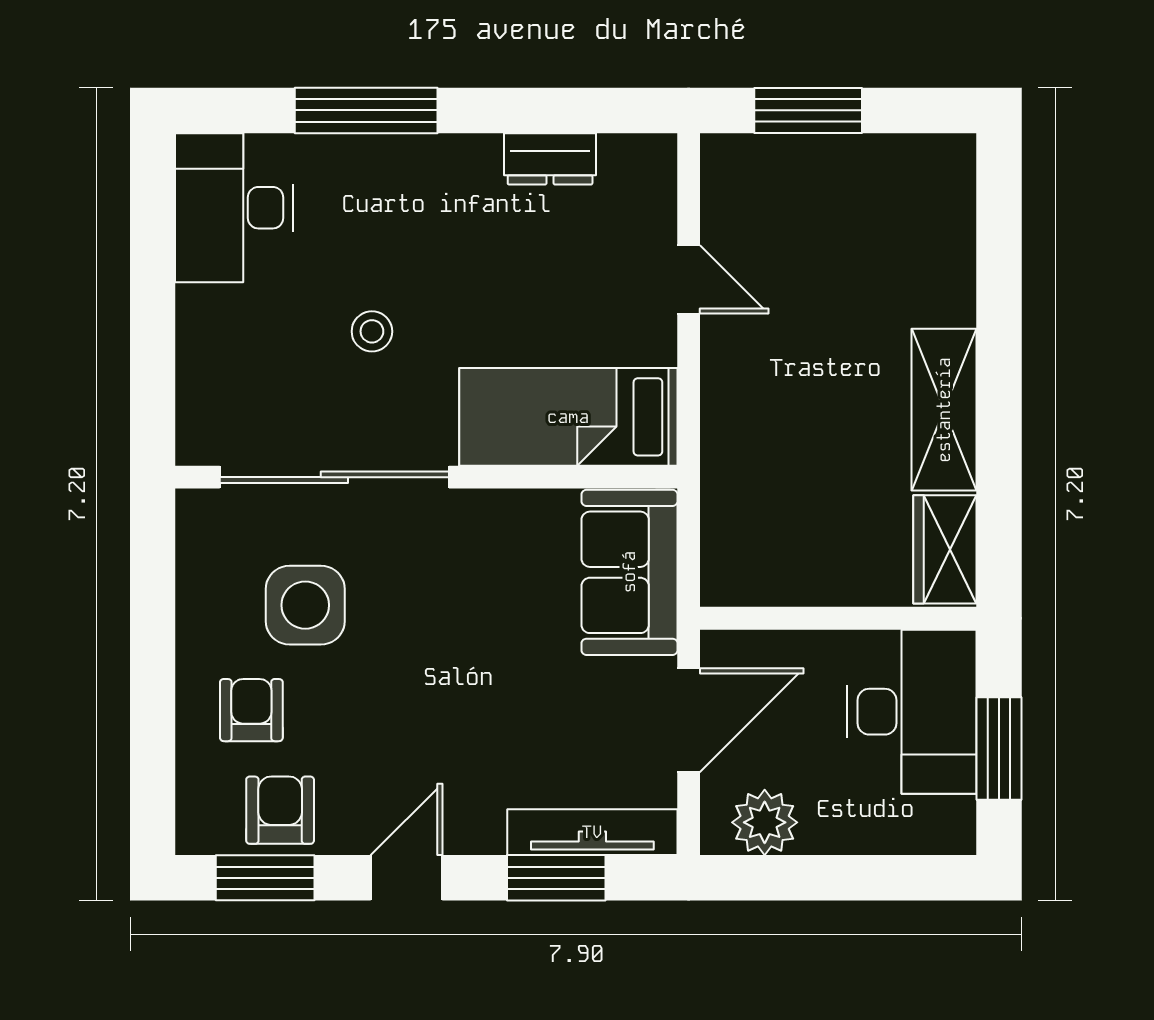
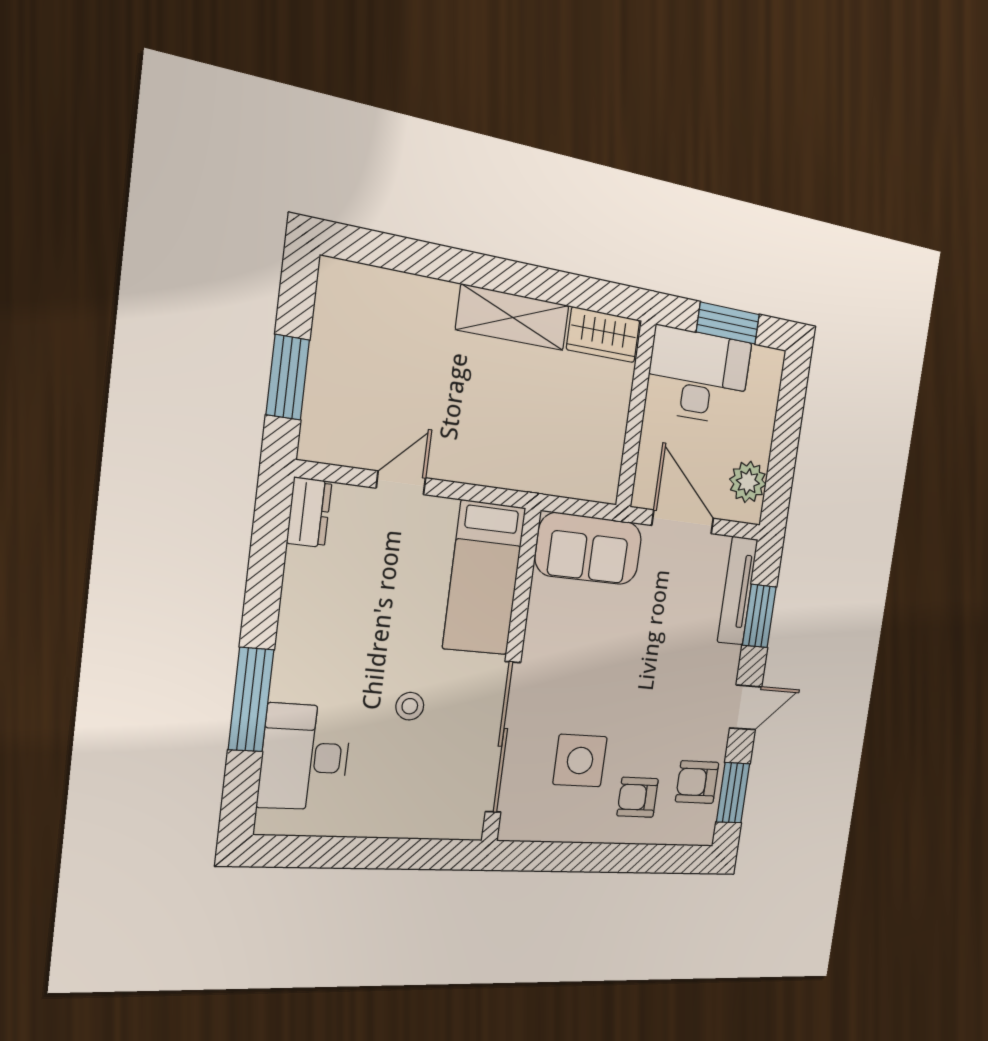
dresser: (550, 159) -> (309, 512), moved
desk: (234, 208) -> (305, 757), moved, turned 90
door: (407, 878) -> (746, 707), swing flipped

